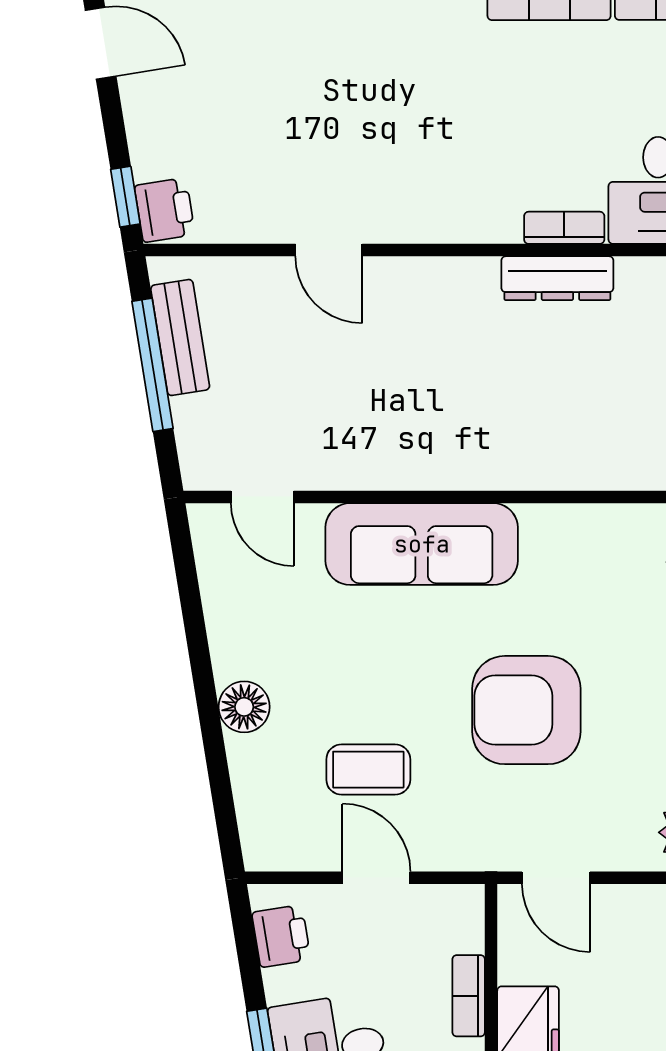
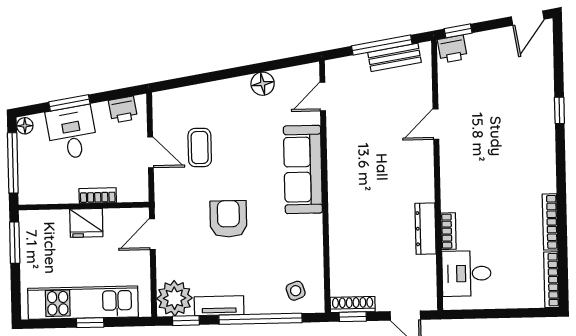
floor lamp: (244, 707) -> (263, 84), moved
armchair: (526, 710) -> (228, 219), width x0.73, depth x0.73
door: (376, 878) -> (150, 152), hinge flipped

